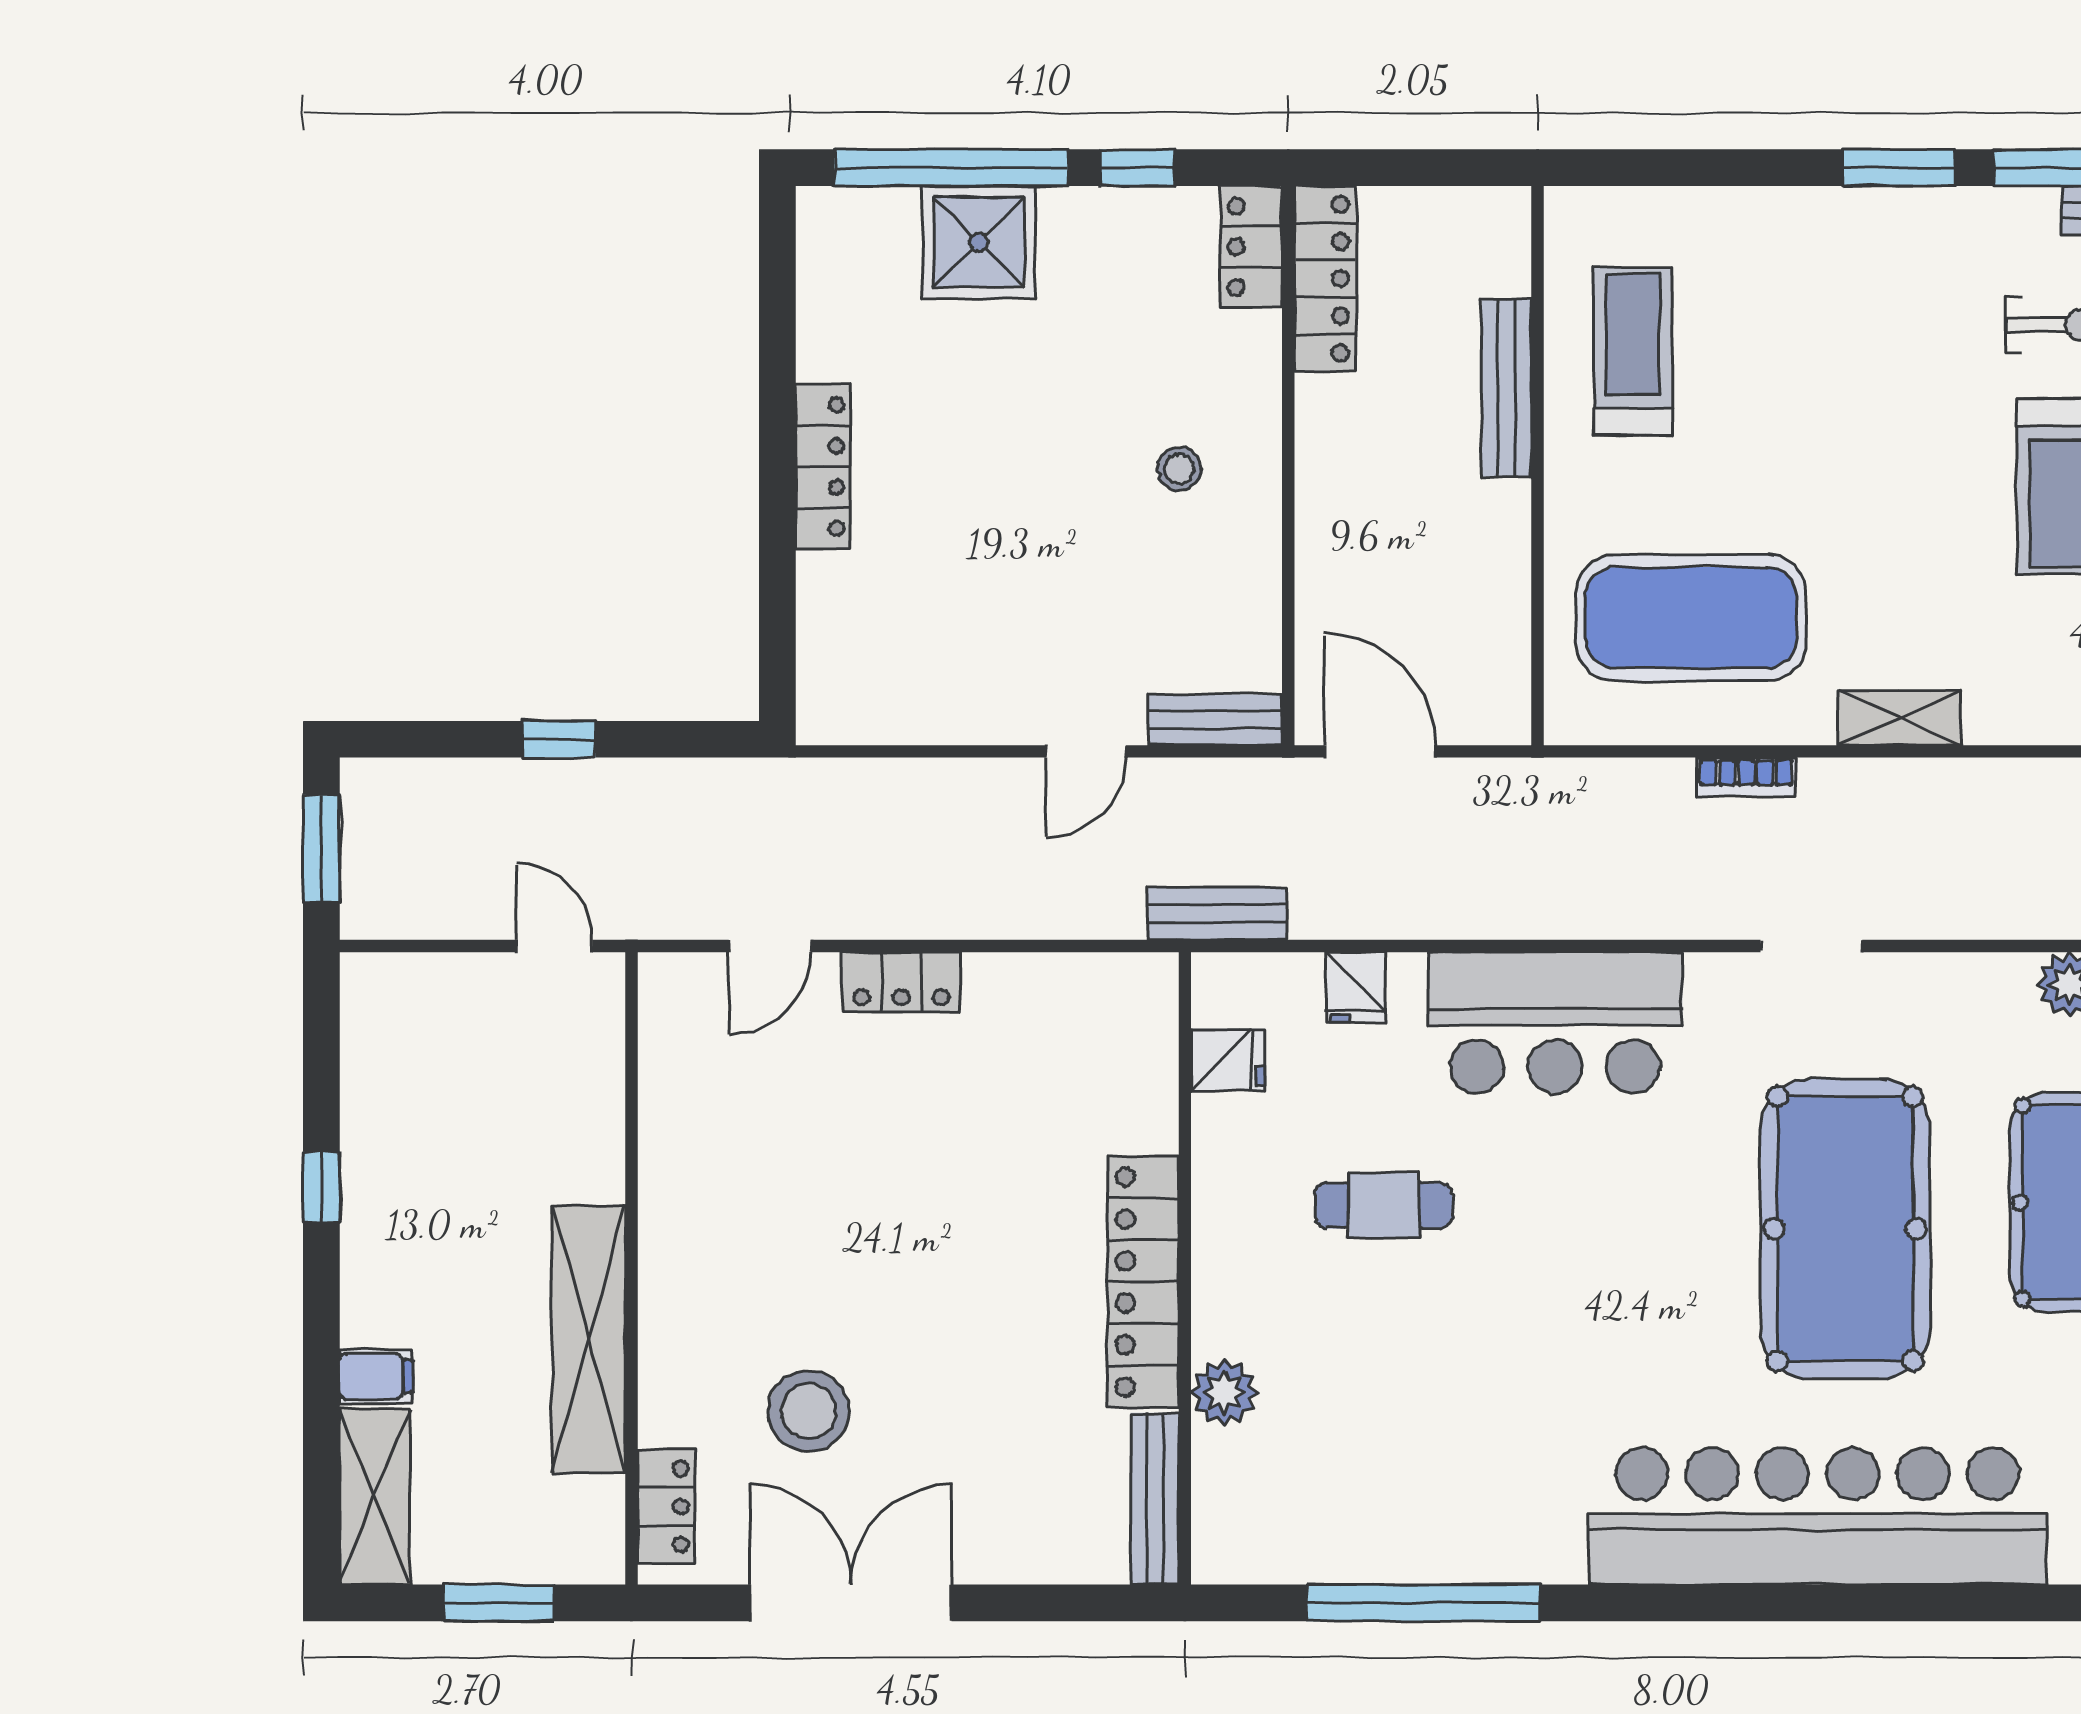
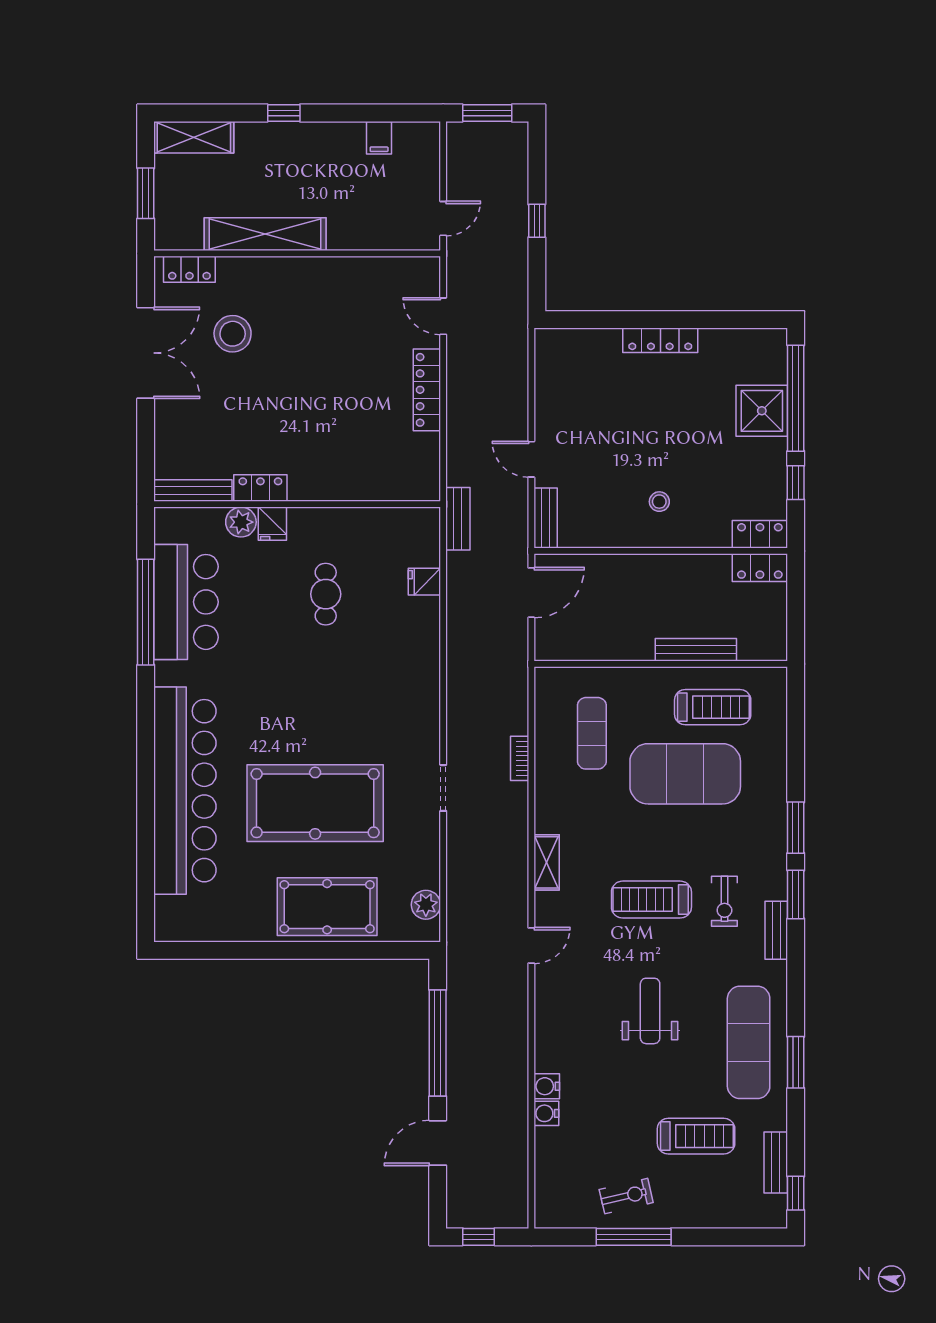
locker: (1325, 279) -> (760, 568), width x0.66
exercise mat: (1780, 412) -> (685, 774), added
exercise mat: (1691, 618) -> (592, 733), width x0.50, depth x0.69
shelving: (1900, 718) -> (547, 862), moved
locker: (901, 982) -> (427, 390), width x1.53
bar counter: (1555, 1023) -> (186, 602), moved, turned 180
fridge: (1228, 1060) -> (272, 524), moved
window: (321, 1187) -> (284, 113), moved
locker: (1143, 1282) -> (260, 488), width x0.46, depth x0.83
filing cabinet: (376, 1376) -> (379, 138), moved

